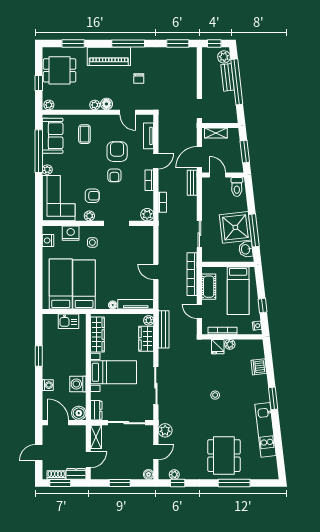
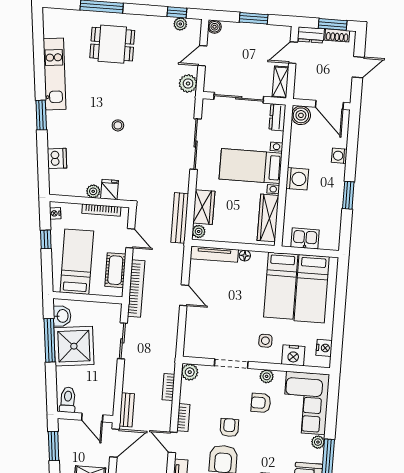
door: (156, 161) -> (173, 442), hinge flipped
washing machine: (78, 384) -> (297, 179), moved
dining table: (224, 456) -> (112, 44), width x0.73

